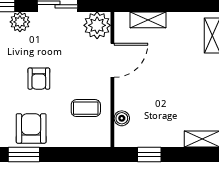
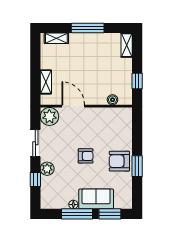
coffee table: (86, 108) -> (106, 124), removed

